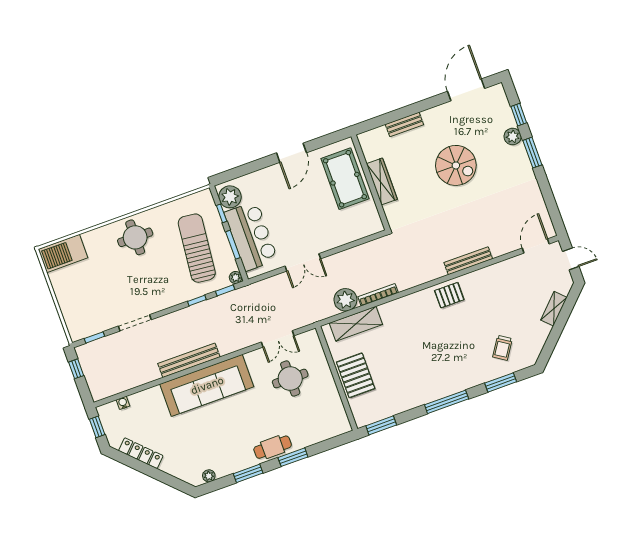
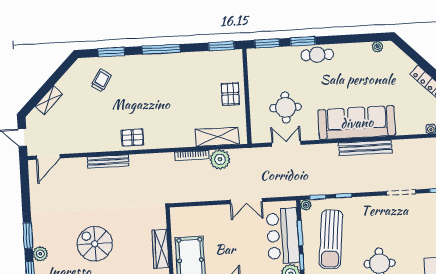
double door: (303, 262) -> (246, 201), swing flipped
pallet: (356, 375) -> (230, 94), width x0.67, depth x0.71
window: (248, 473) -> (267, 43), moved

